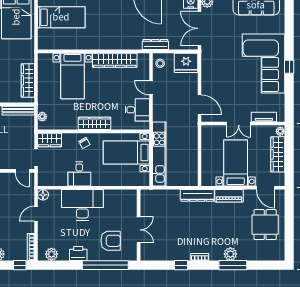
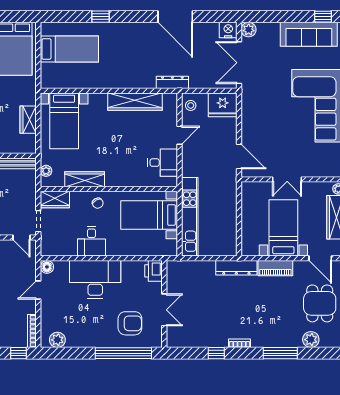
dresser: (155, 45) -> (172, 82), moved
bed with nightstands: (72, 76) -> (64, 121), moved
wardrobe: (28, 80) -> (28, 120), width x0.67
door: (151, 88) -> (180, 135), swing flipped
tv unit: (264, 117) -> (318, 171), removed
wardrobe: (95, 123) -> (85, 179), moved
printer: (78, 253) -> (154, 271), moved, turned -90
plant: (230, 254) -> (311, 340), moved

